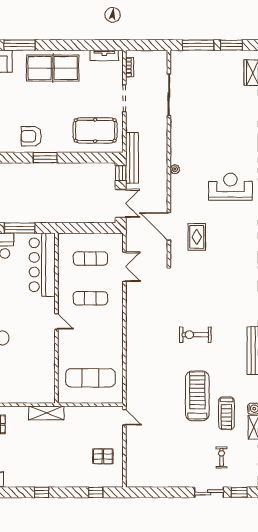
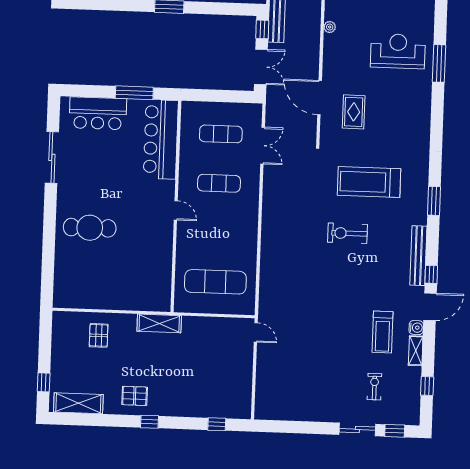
treadmill: (197, 396) -> (369, 182), moved, turned -90
pallet: (103, 456) -> (135, 396), moved

